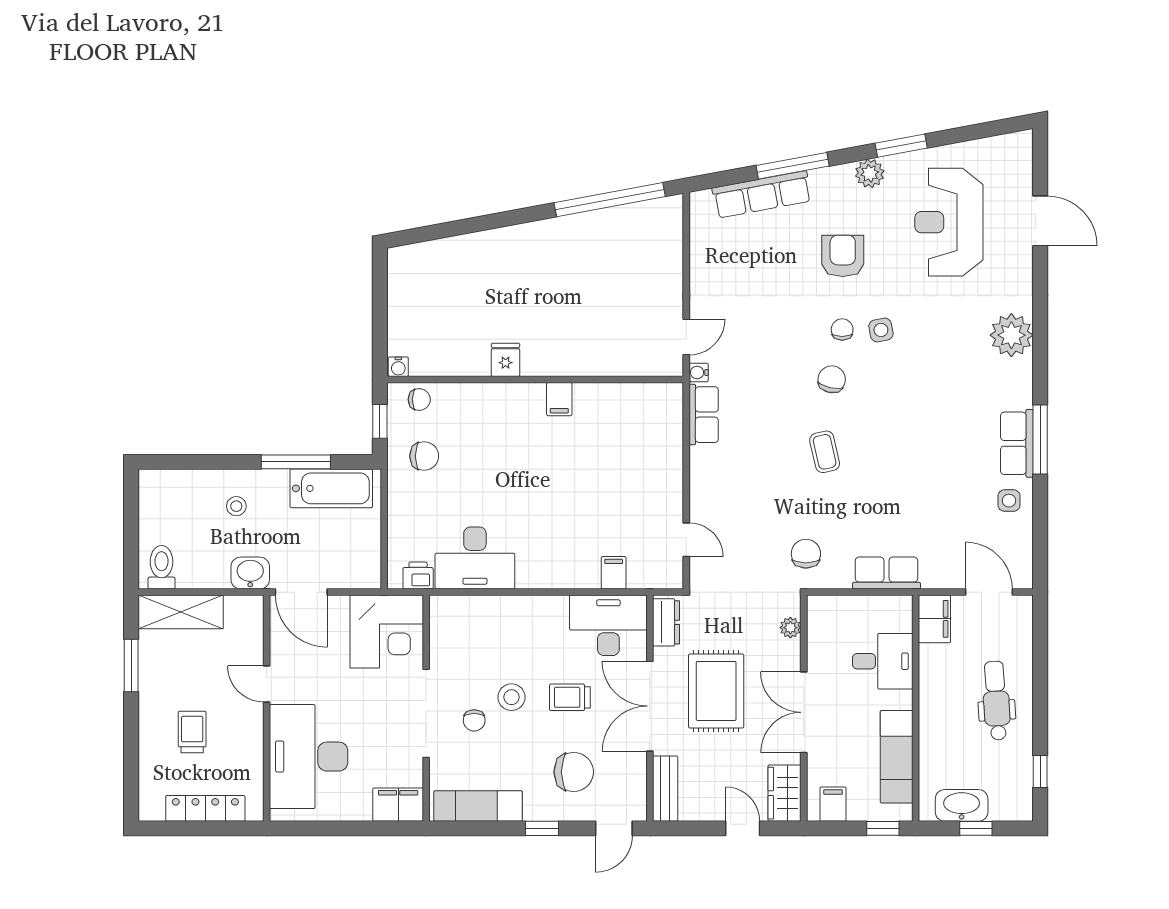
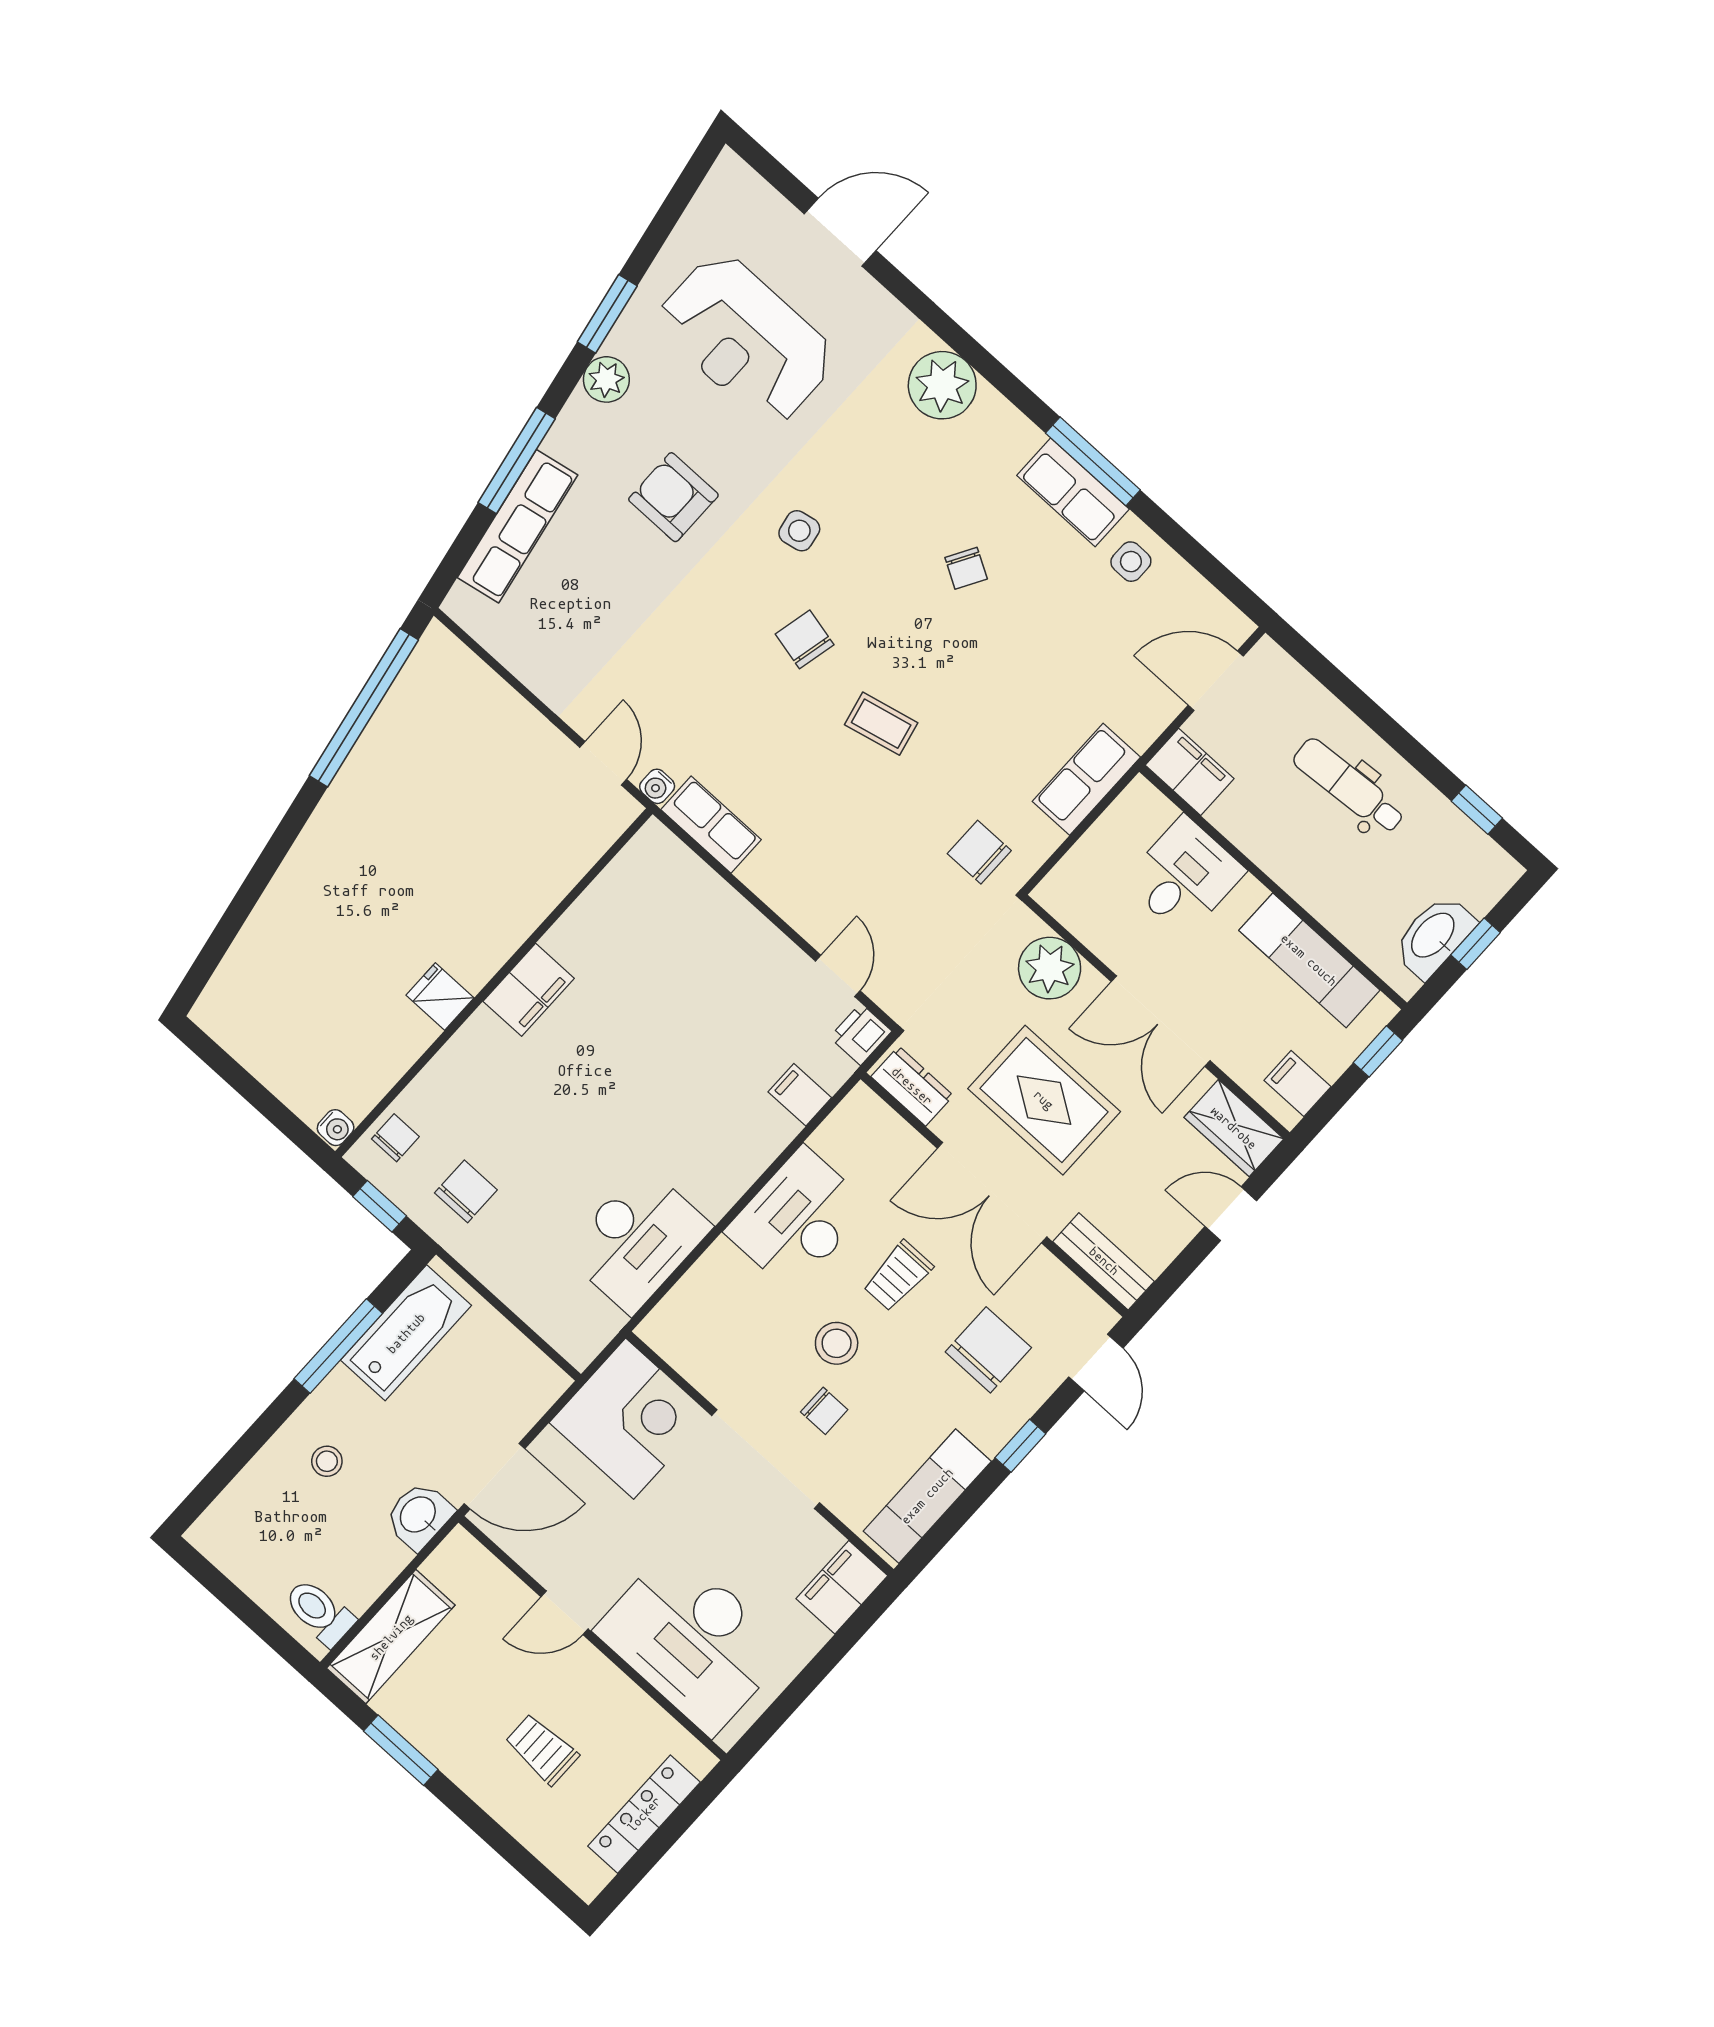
chair: (842, 329) -> (966, 568), moved, turned -150
filing cabinet: (559, 399) -> (529, 990), width x2.00
door: (686, 540) -> (838, 976), hinge flipped
printer: (418, 576) -> (861, 1034), moved
desk: (608, 625) -> (798, 1219), moved
plant: (790, 628) -> (1050, 968), width x1.88, depth x1.88

